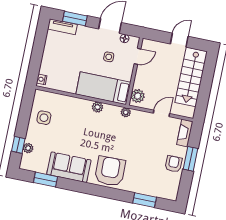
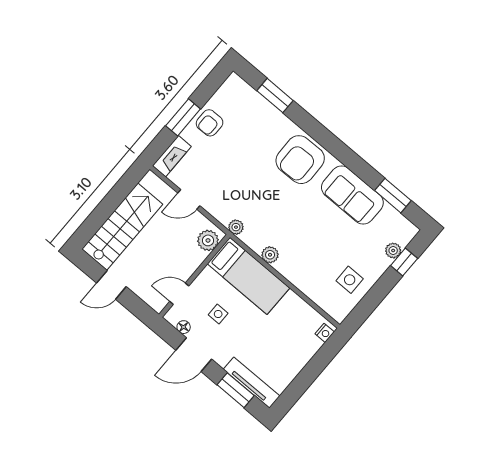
tv unit: (62, 27) -> (252, 383), width x1.41

